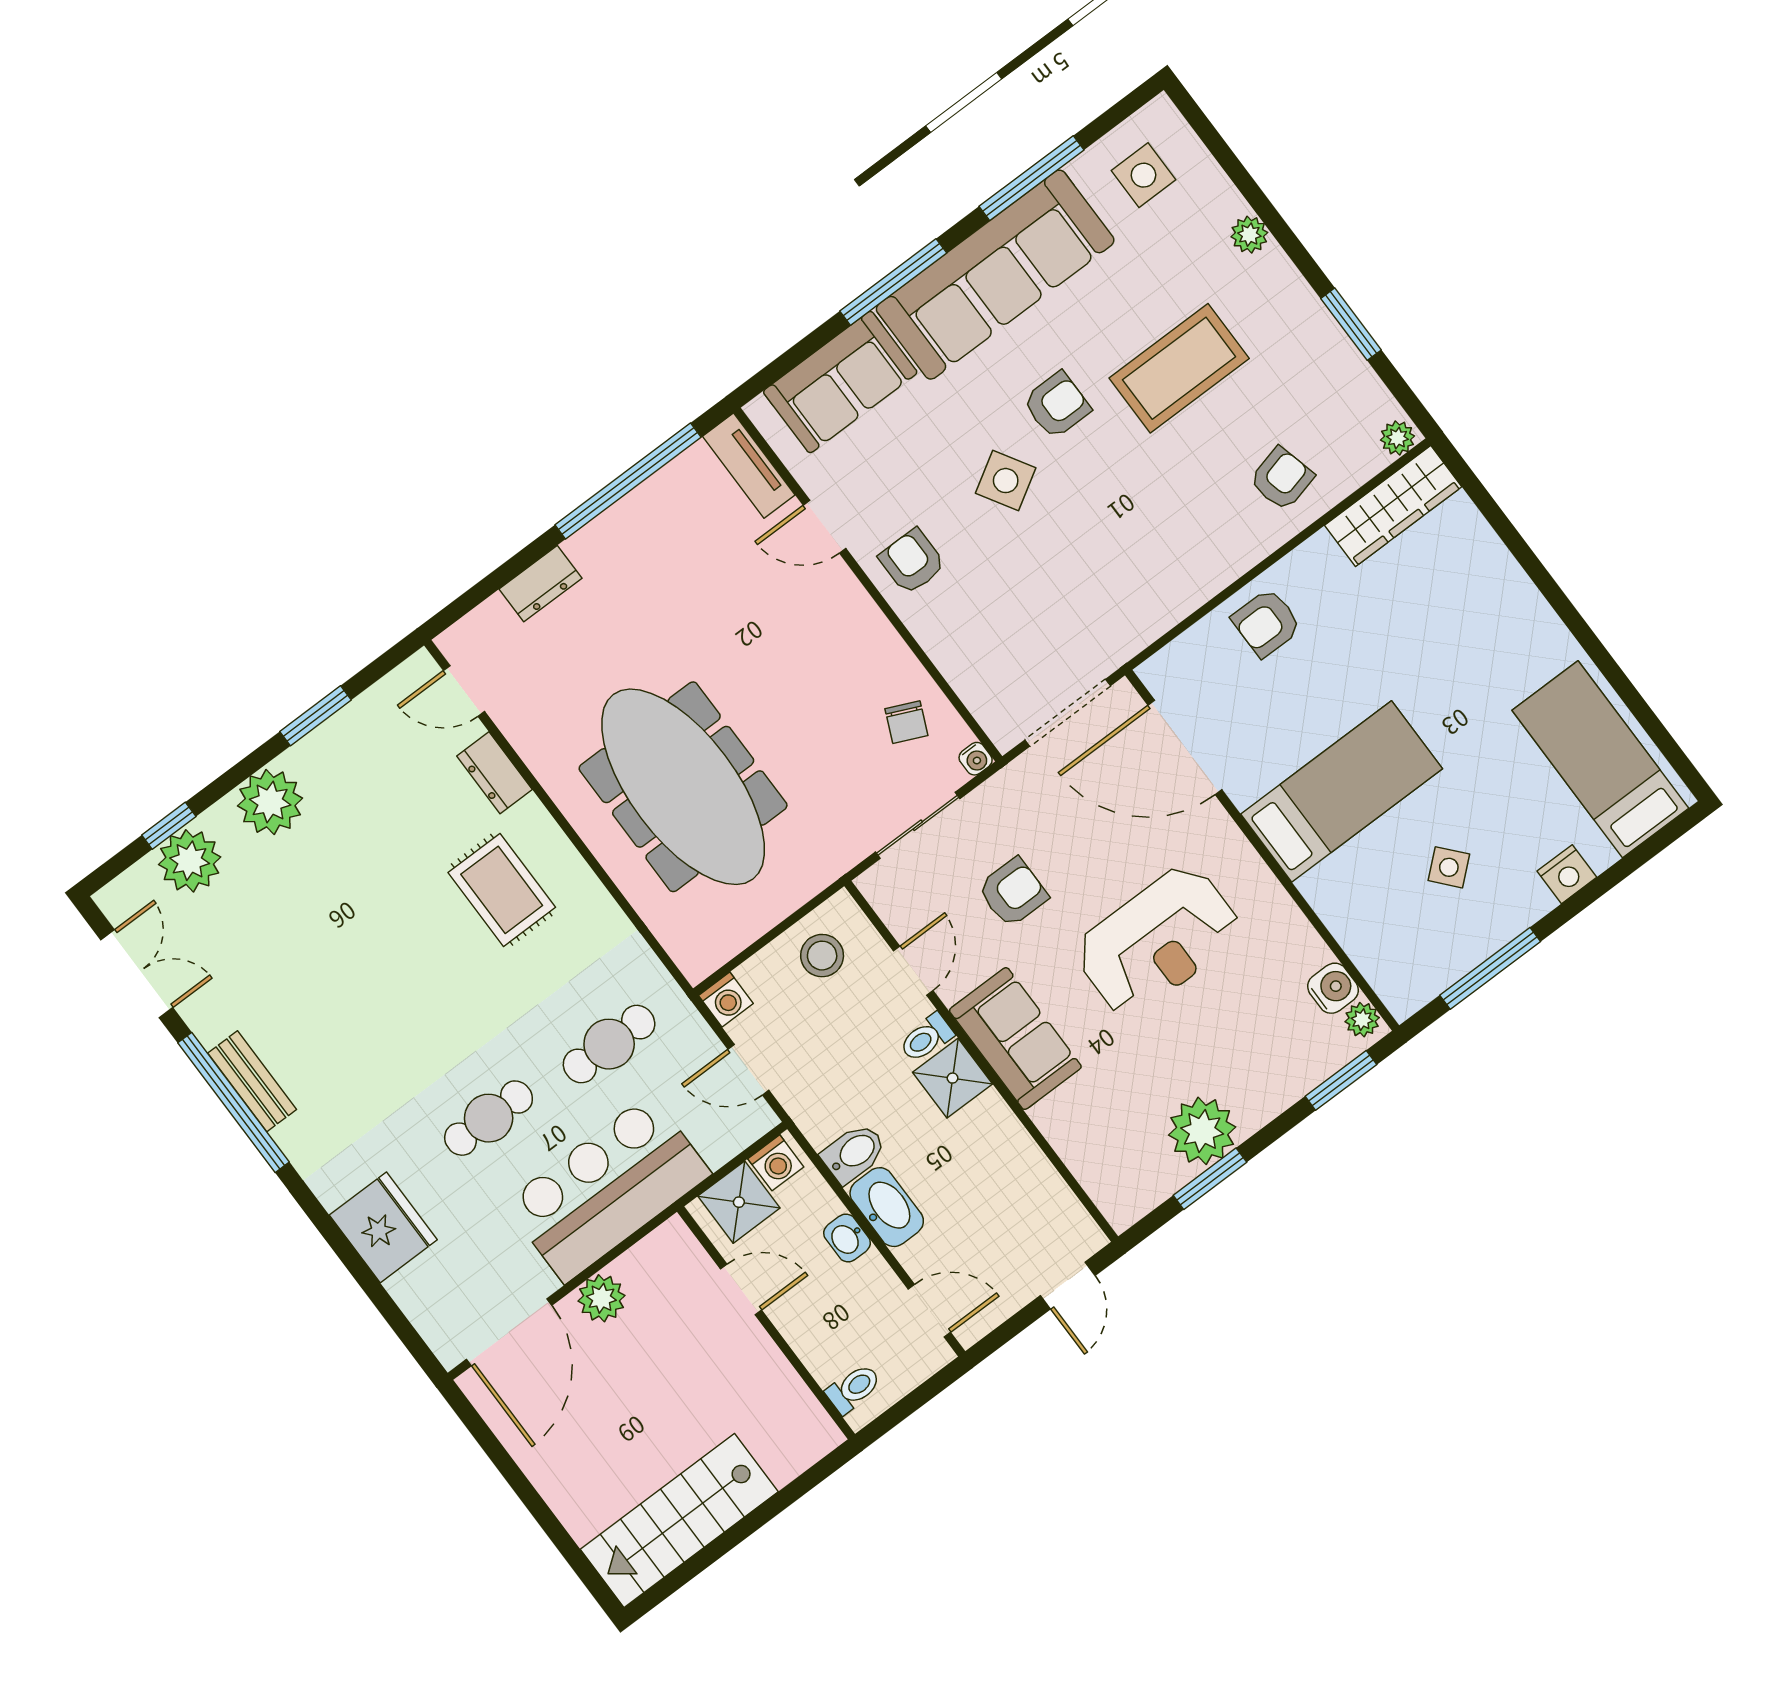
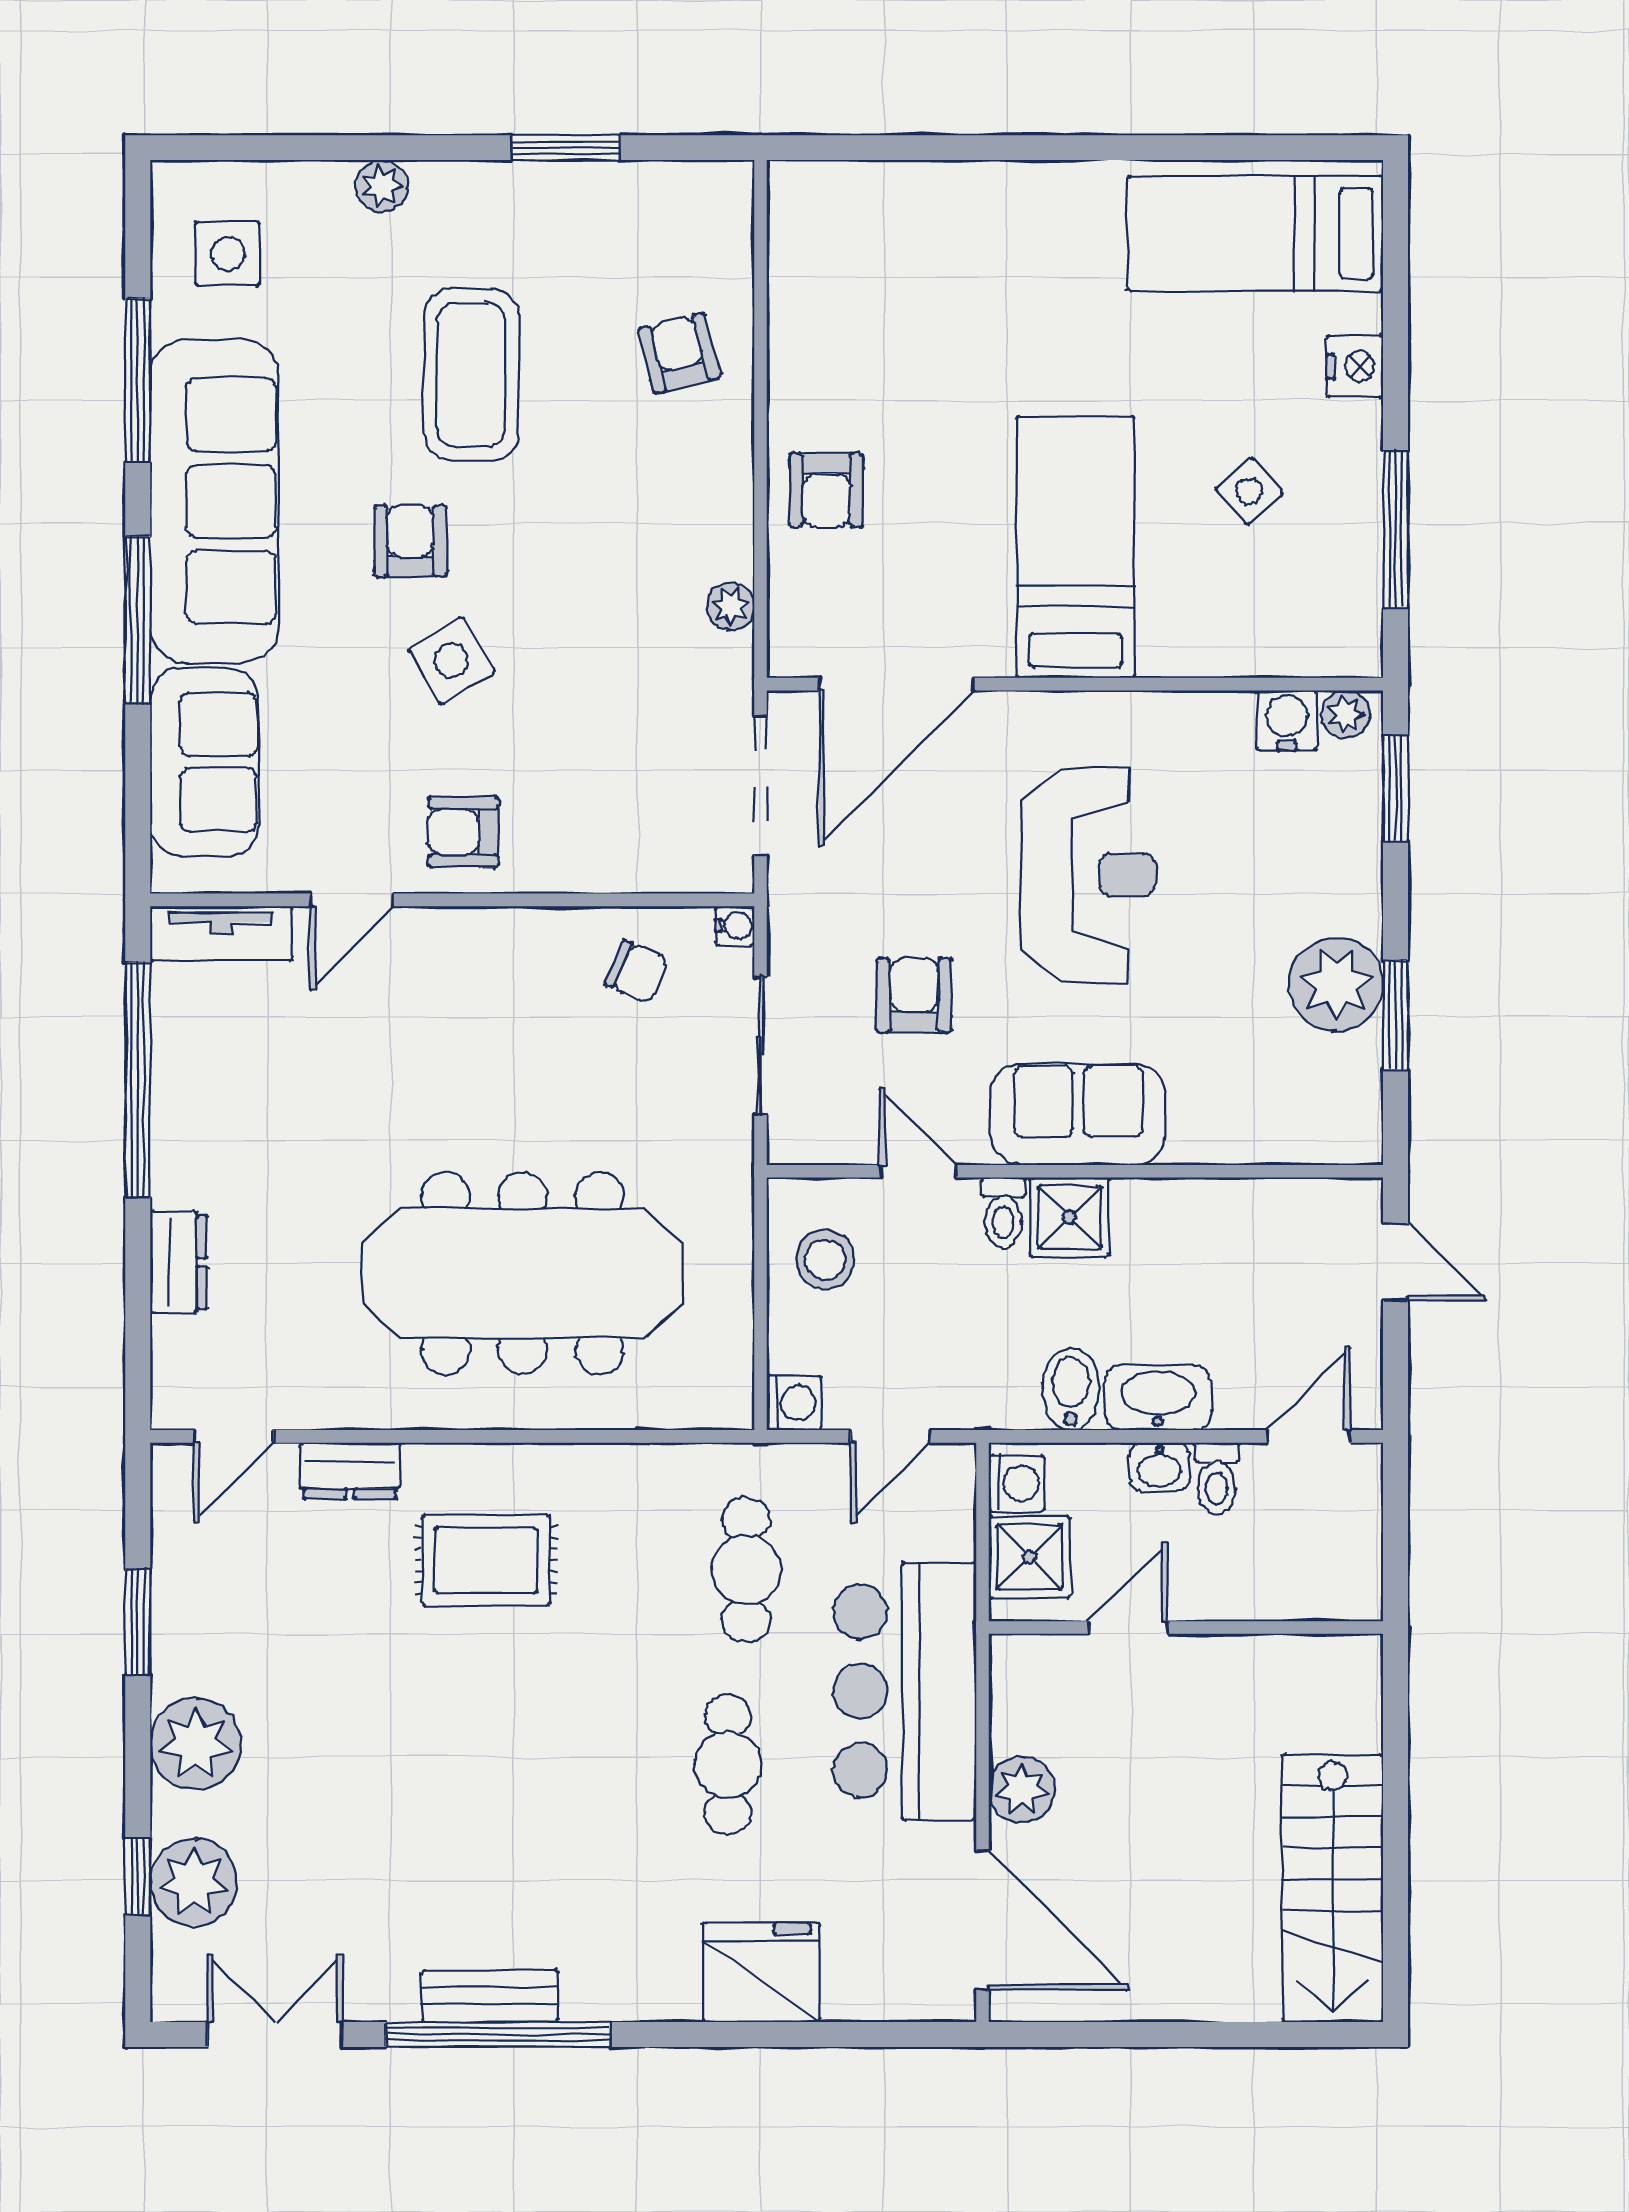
plant: (1397, 438) -> (730, 607), moved
wardrobe: (1393, 506) -> (802, 252), removed
toilet: (853, 1389) -> (1217, 1479), moved, turned 180

